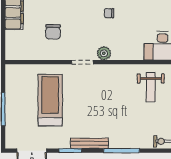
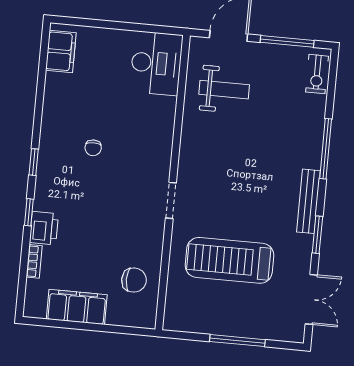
chair: (53, 32) -> (134, 280), moved
plant: (104, 53) -> (160, 163), removed

